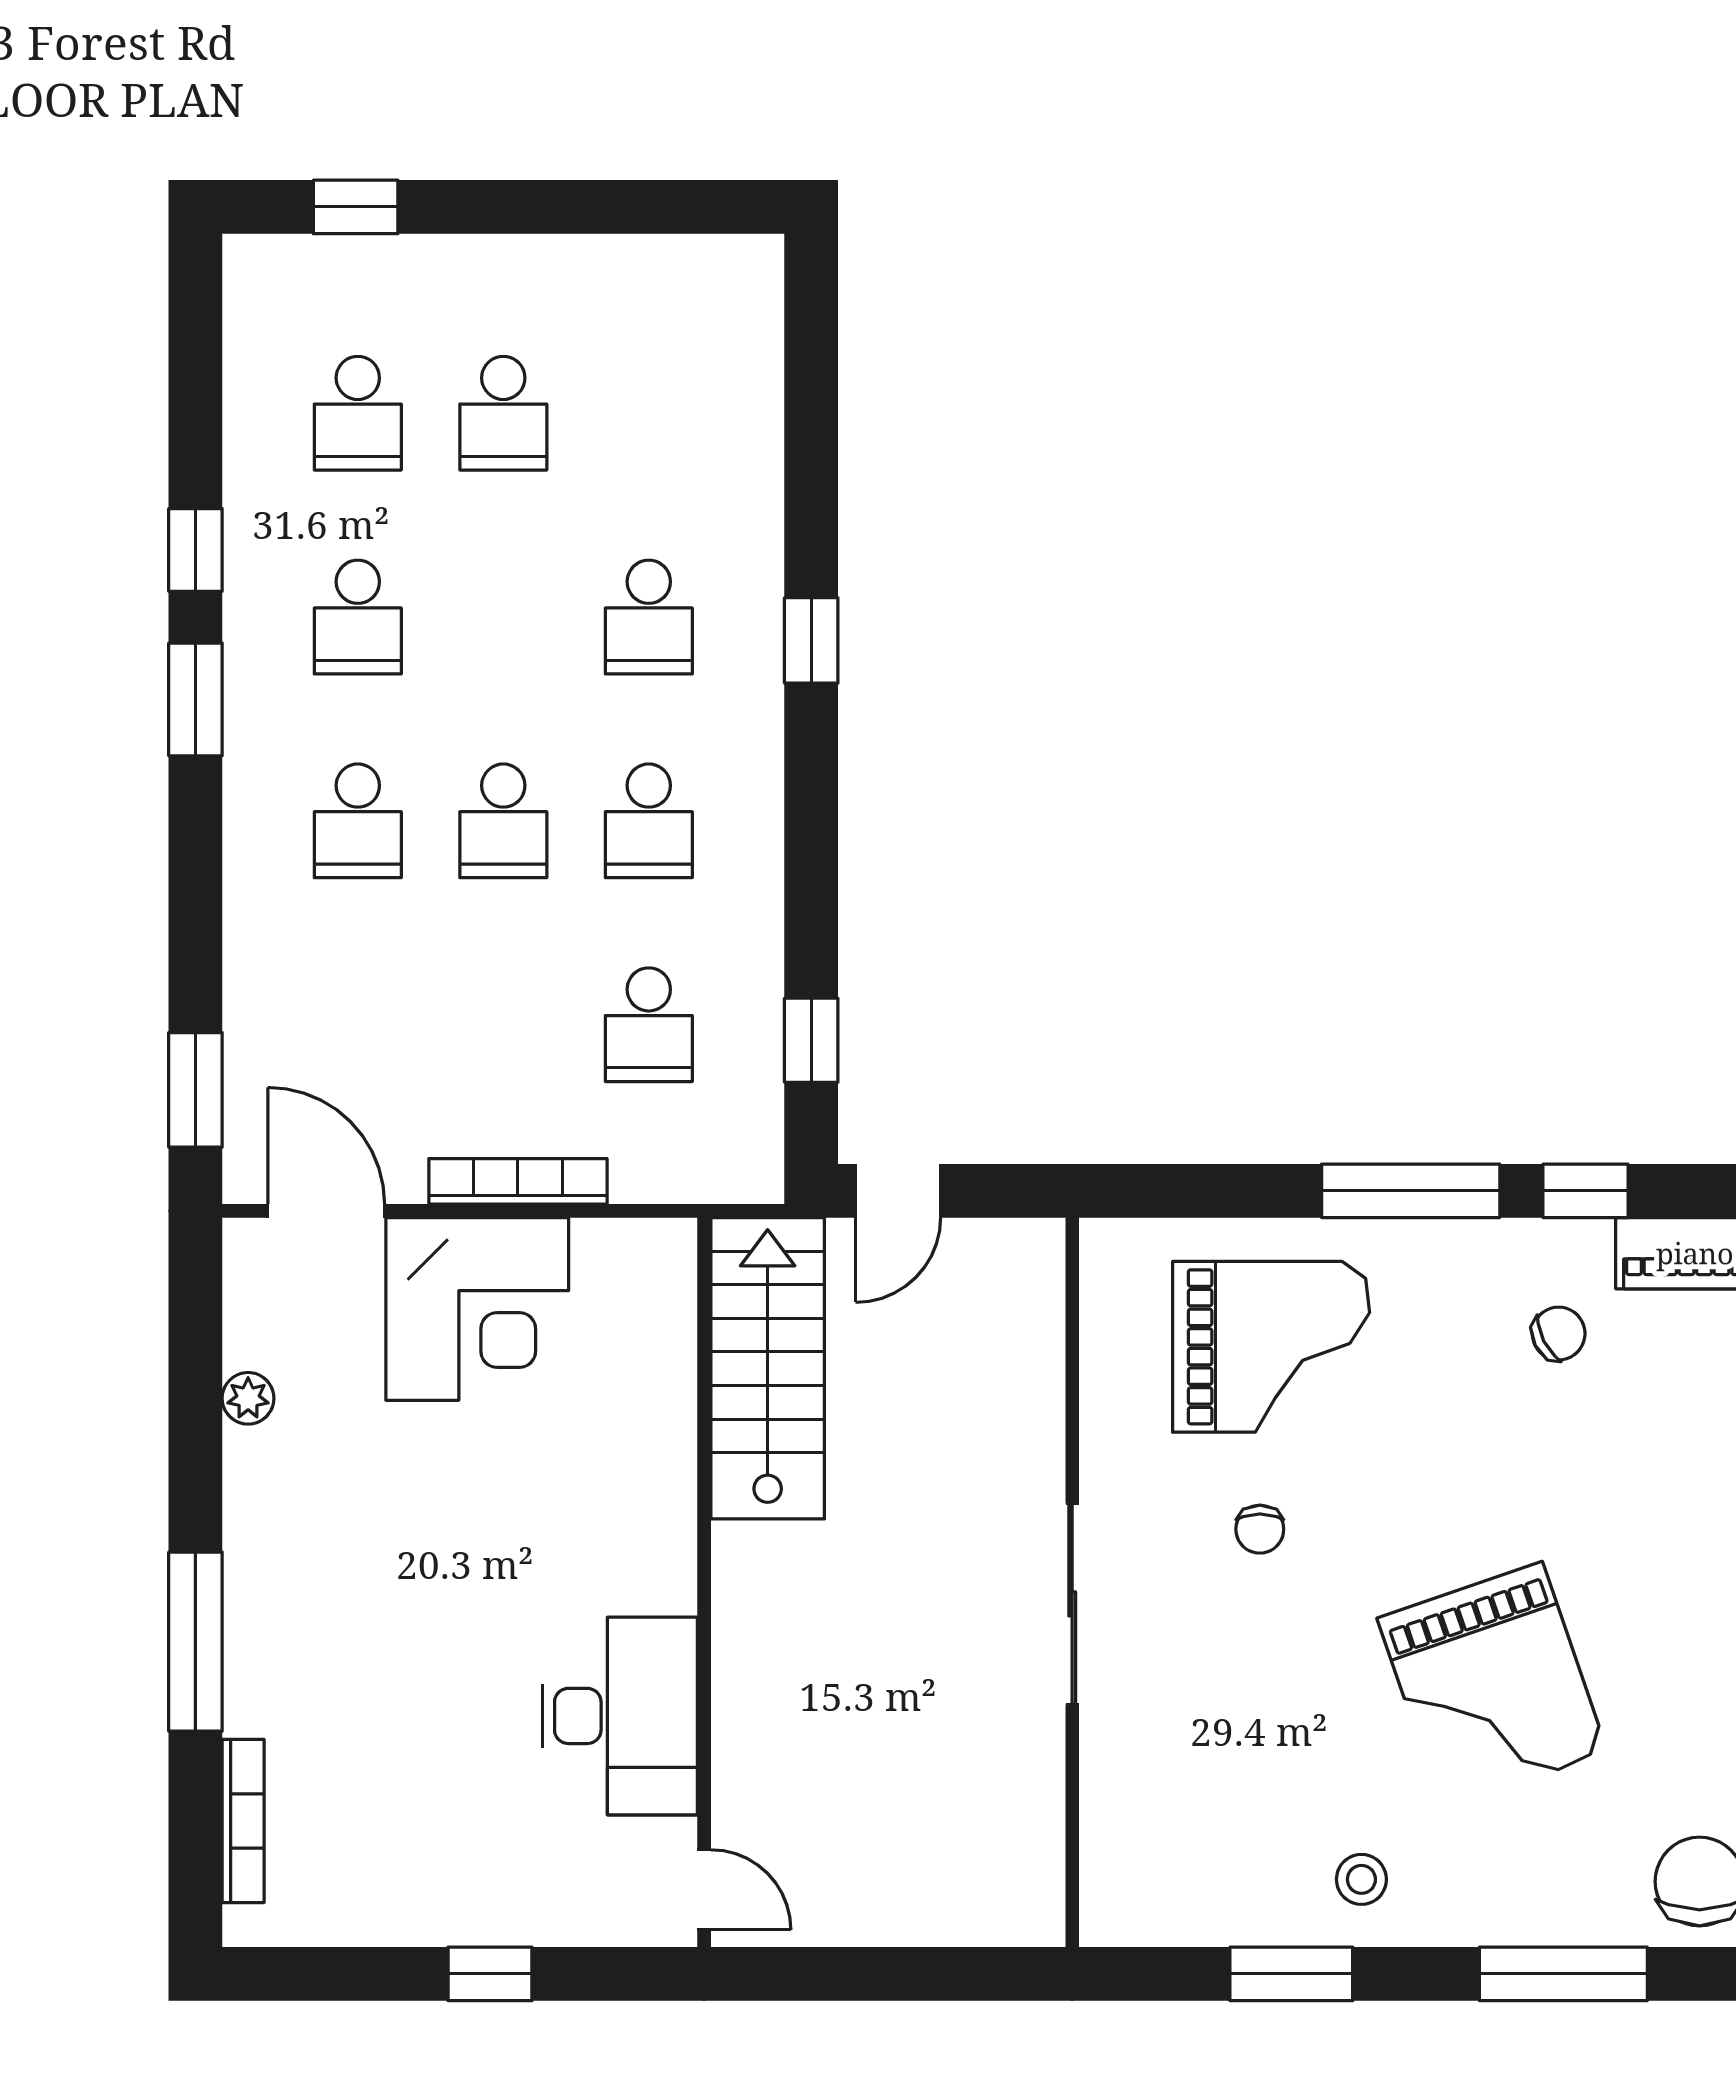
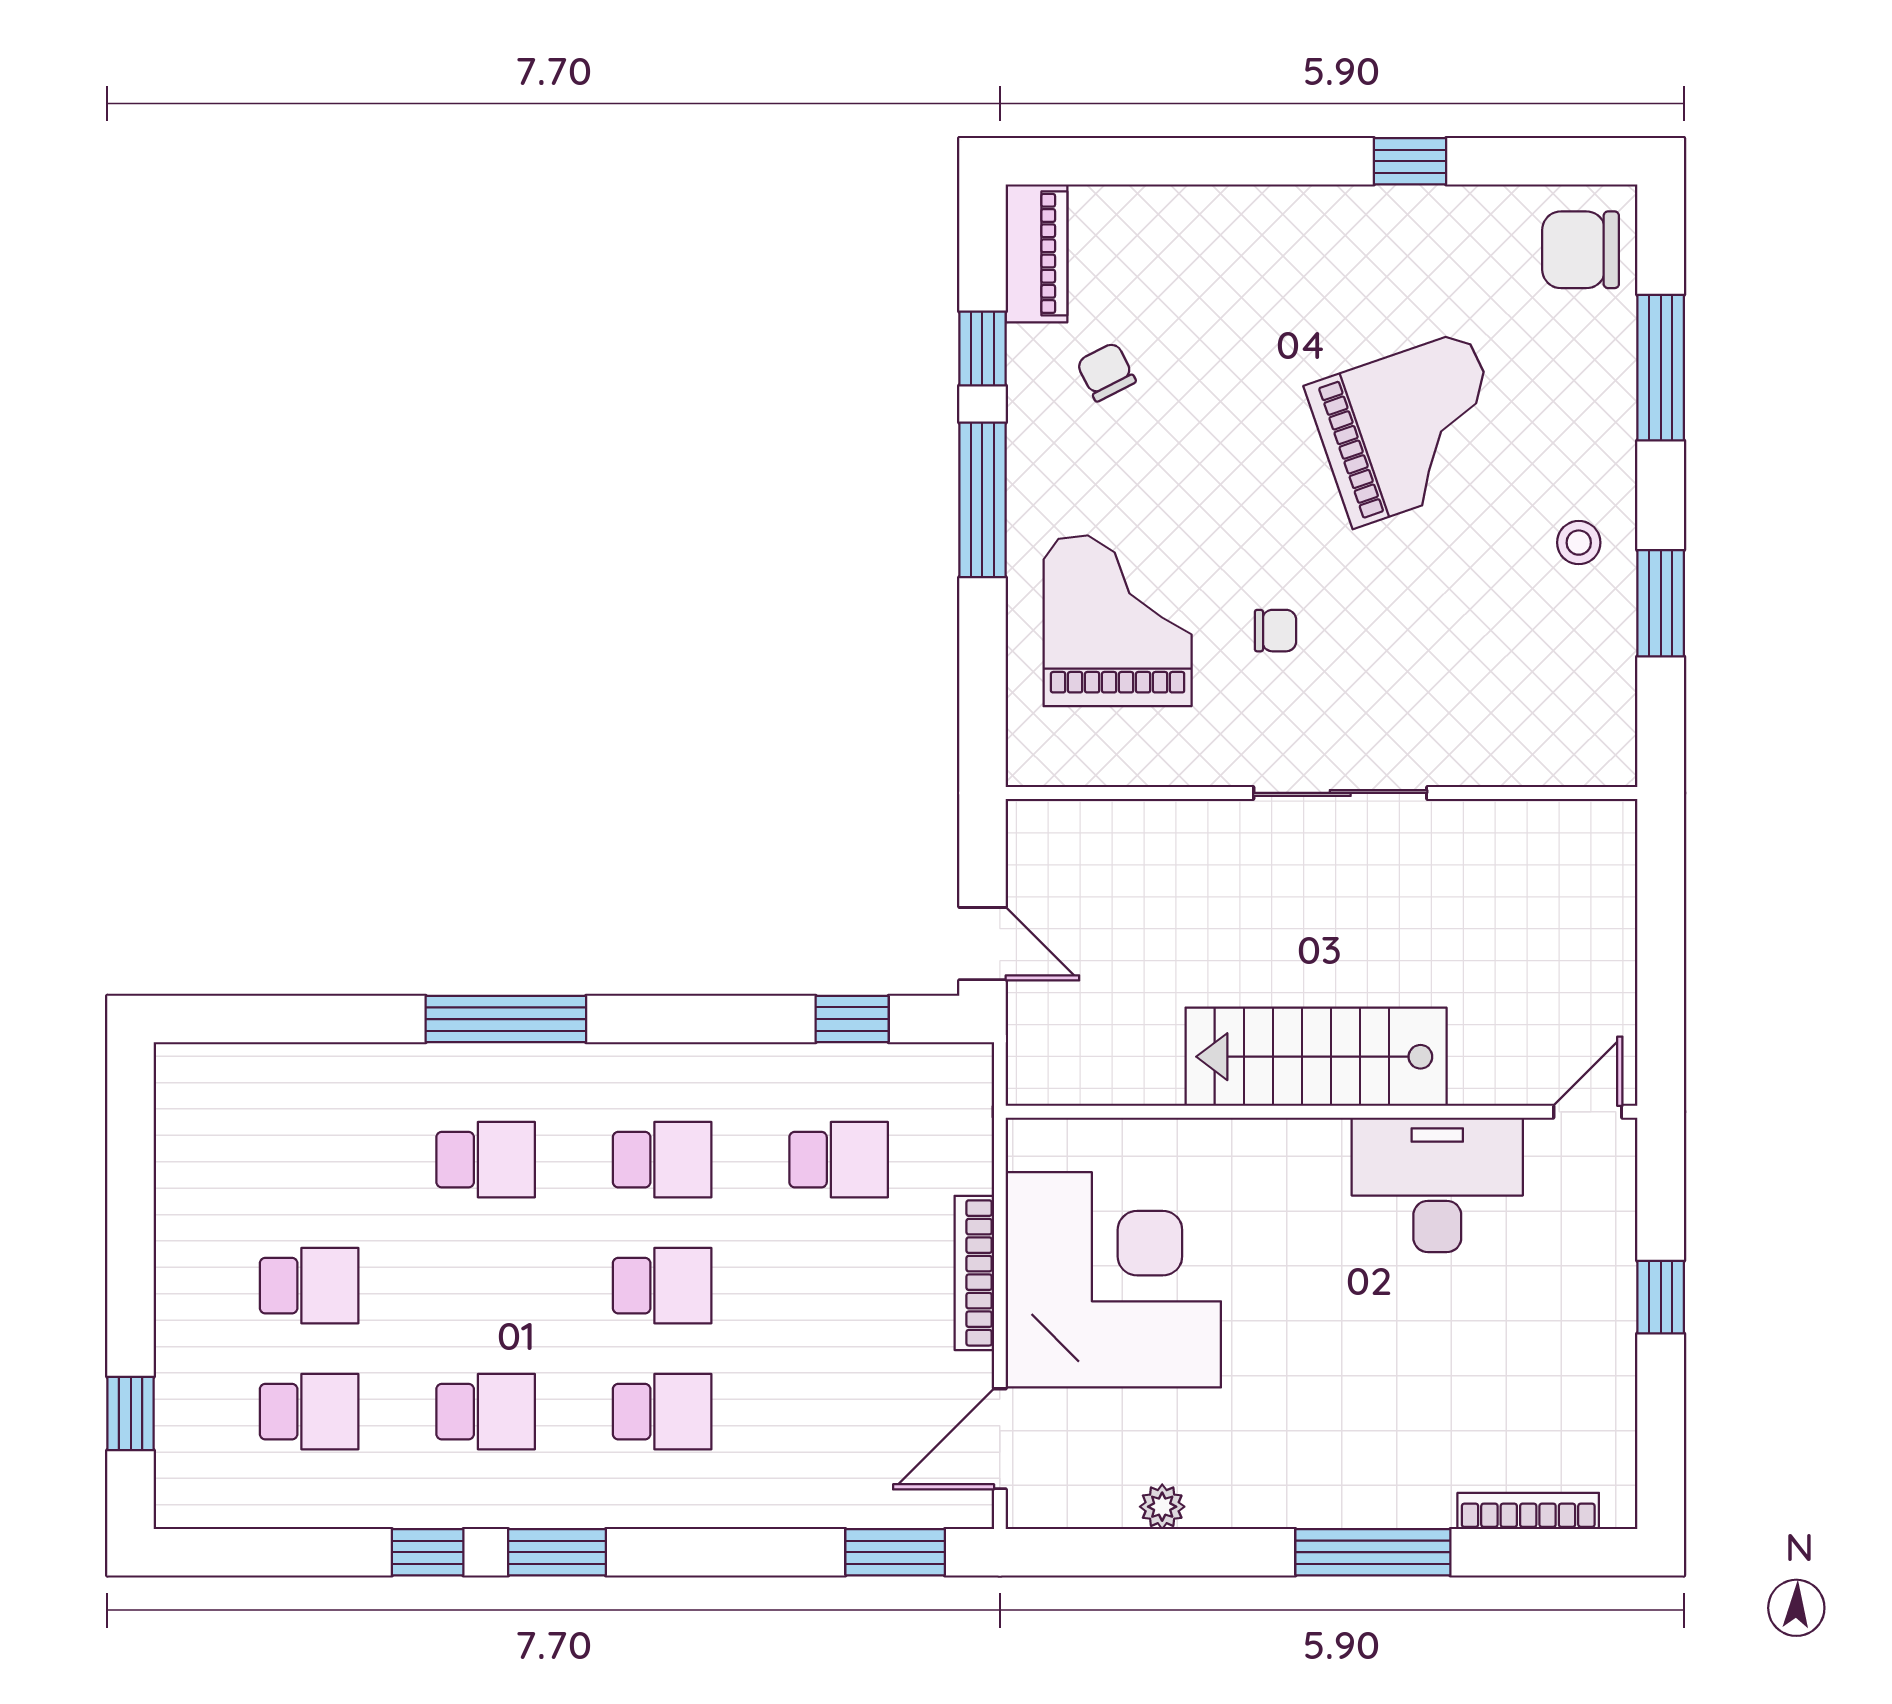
window: (811, 640) -> (506, 1019), width x2.17
corner desk: (477, 1309) -> (1113, 1280), width x1.36, depth x1.36
stairs: (768, 1368) -> (1316, 1057), moved

